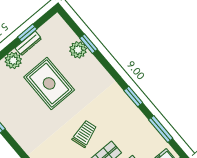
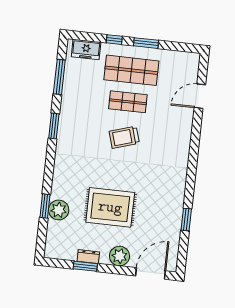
dresser: (28, 43) -> (88, 257), width x0.70
rug: (49, 83) -> (110, 207), turned 90

